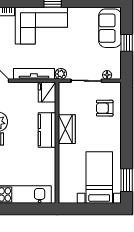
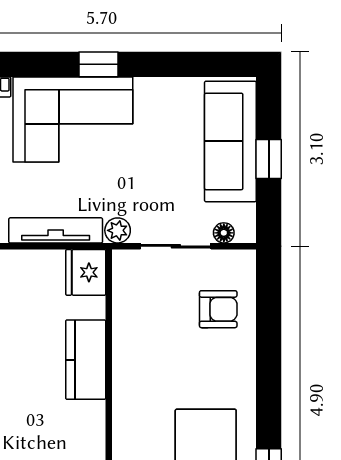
sofa: (110, 28) -> (230, 141), width x1.36
armchair: (105, 108) -> (218, 309), turned 180
wardrobe: (67, 129) -> (131, 357), removed

